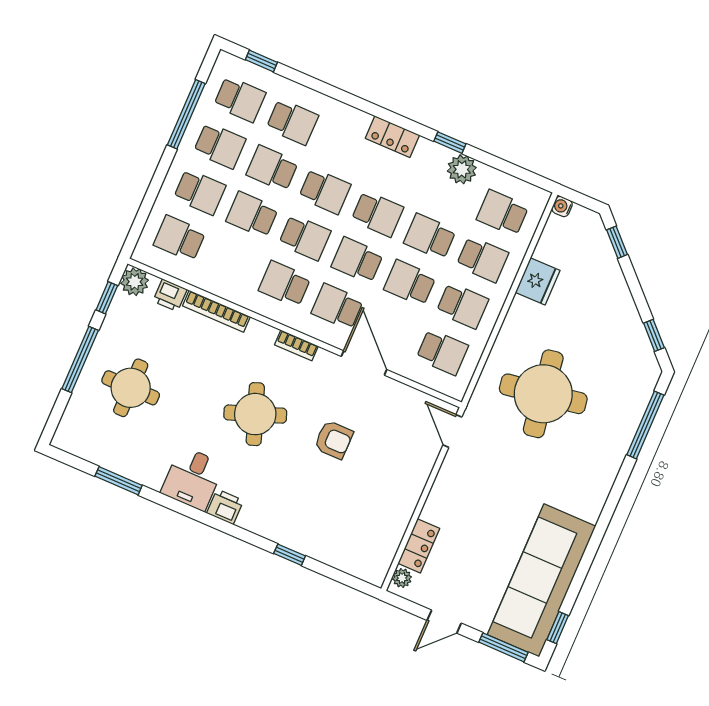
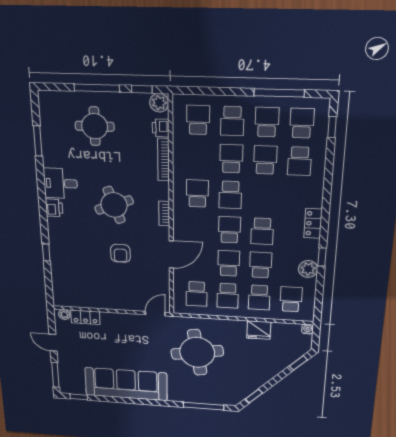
school desk: (240, 99) -> (302, 123), turned 180
school desk: (220, 146) -> (267, 122), turned 180
school desk: (325, 191) -> (264, 196), removed
school desk: (337, 307) -> (197, 228), removed
sofa: (542, 580) -> (126, 384), moved

